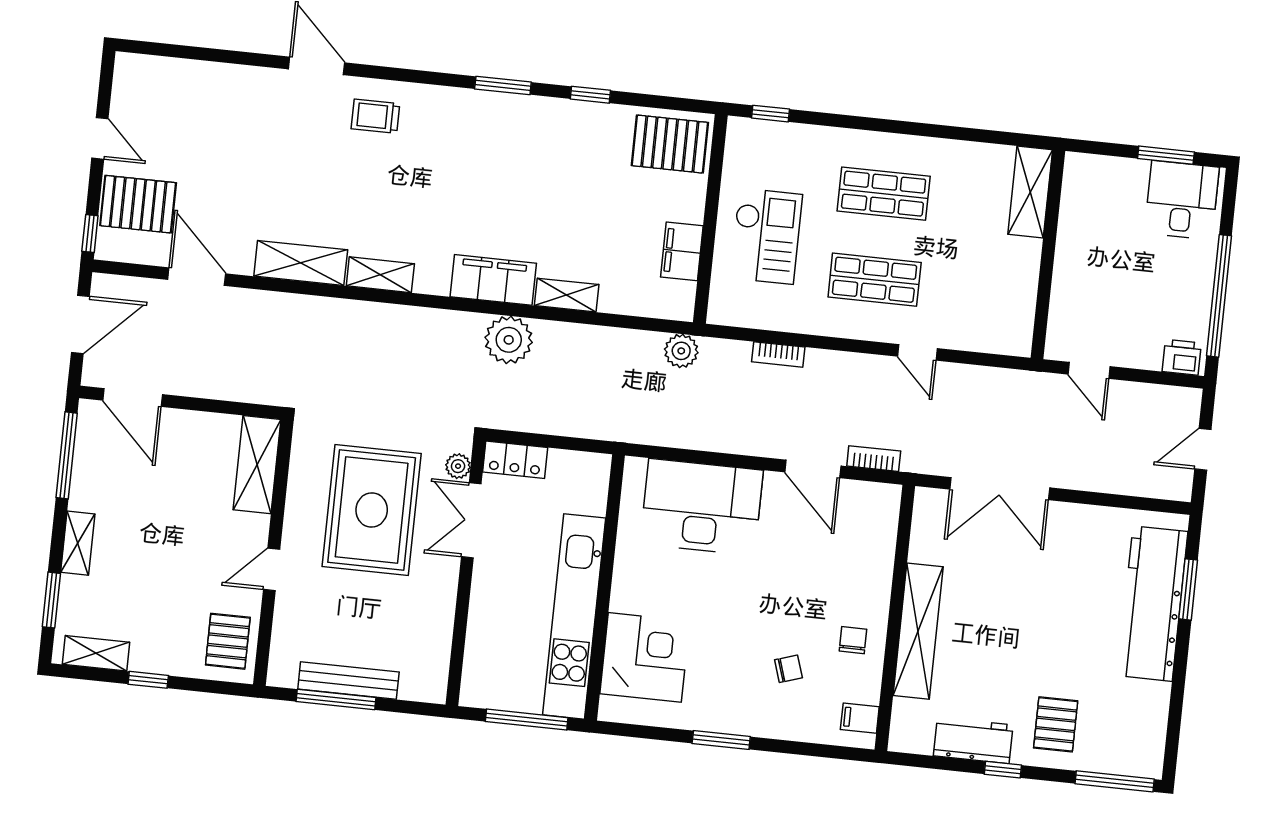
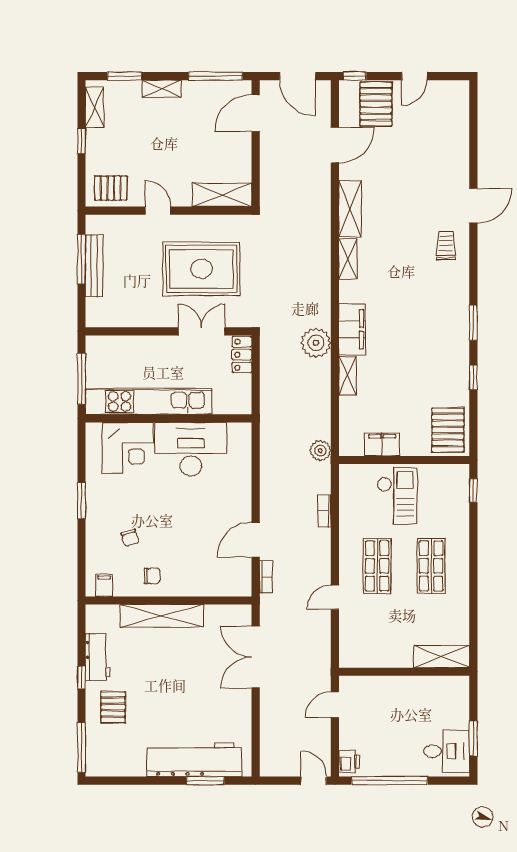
checkout: (766, 236) -> (397, 496), turned -90
door: (1203, 449) -> (314, 781), moved
plant: (458, 466) -> (234, 320), removed
desk: (702, 507) -> (191, 449), moved, turned -90
pallet: (1056, 724) -> (113, 707), turned 90

